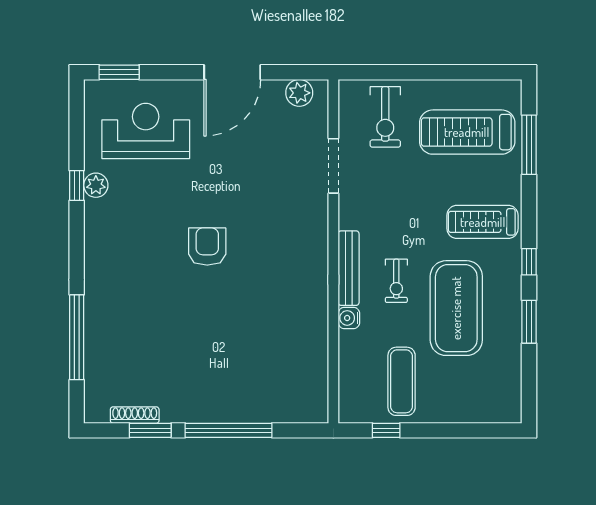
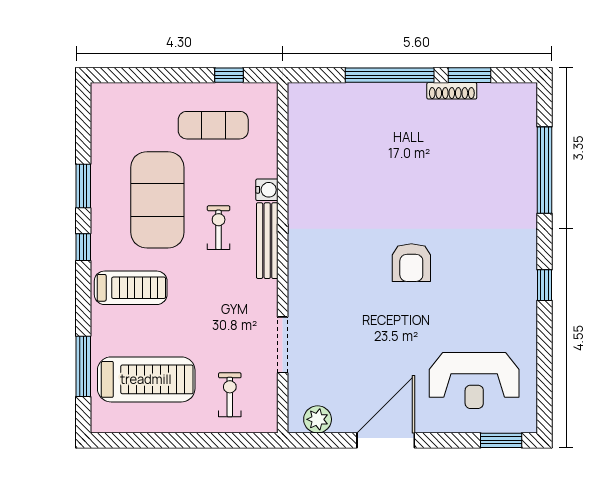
exercise bike: (385, 117) -> (230, 395), width x0.73, depth x0.72
window: (77, 185) -> (544, 285), moved
plant: (96, 185) -> (525, 325), removed
exercise mat: (402, 381) -> (213, 125), turned 90
shoe rack: (135, 415) -> (452, 91), moved

